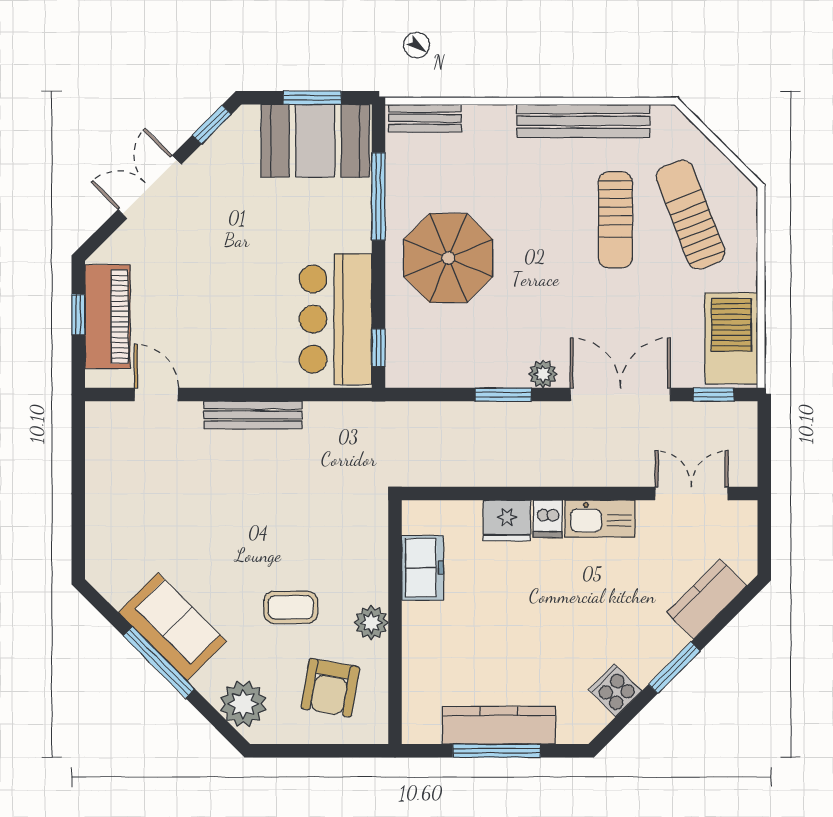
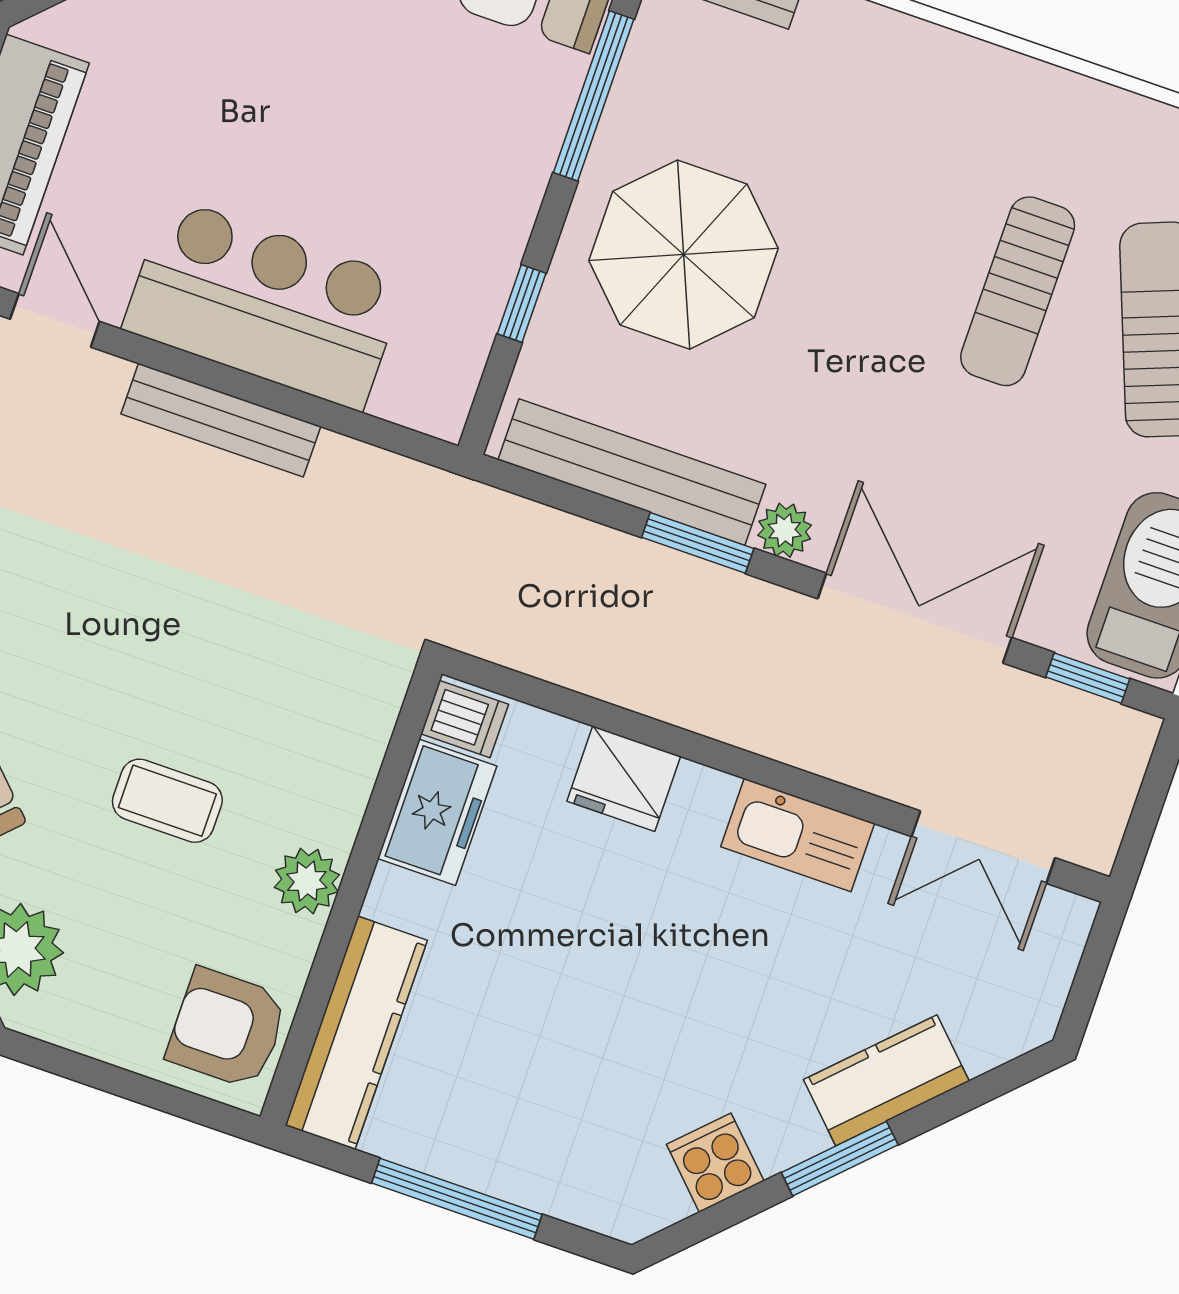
bench: (583, 121) -> (632, 472), moved
bar counter: (336, 319) -> (265, 304), moved, turned 90
window: (378, 347) -> (522, 304), moved
double door: (692, 494) -> (983, 847), swing flipped
dishwasher: (548, 519) -> (465, 719), moved, turned -90
kitchen counter: (707, 599) -> (886, 1080), moved
armchair: (330, 688) -> (227, 1028), moved, turned 80
kitchen counter: (499, 725) -> (356, 1033), moved, turned 90

